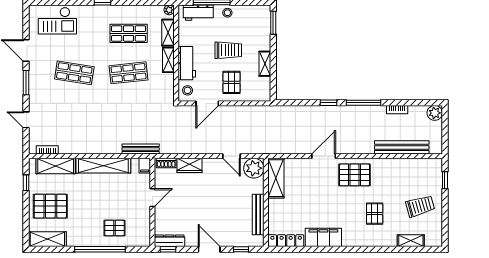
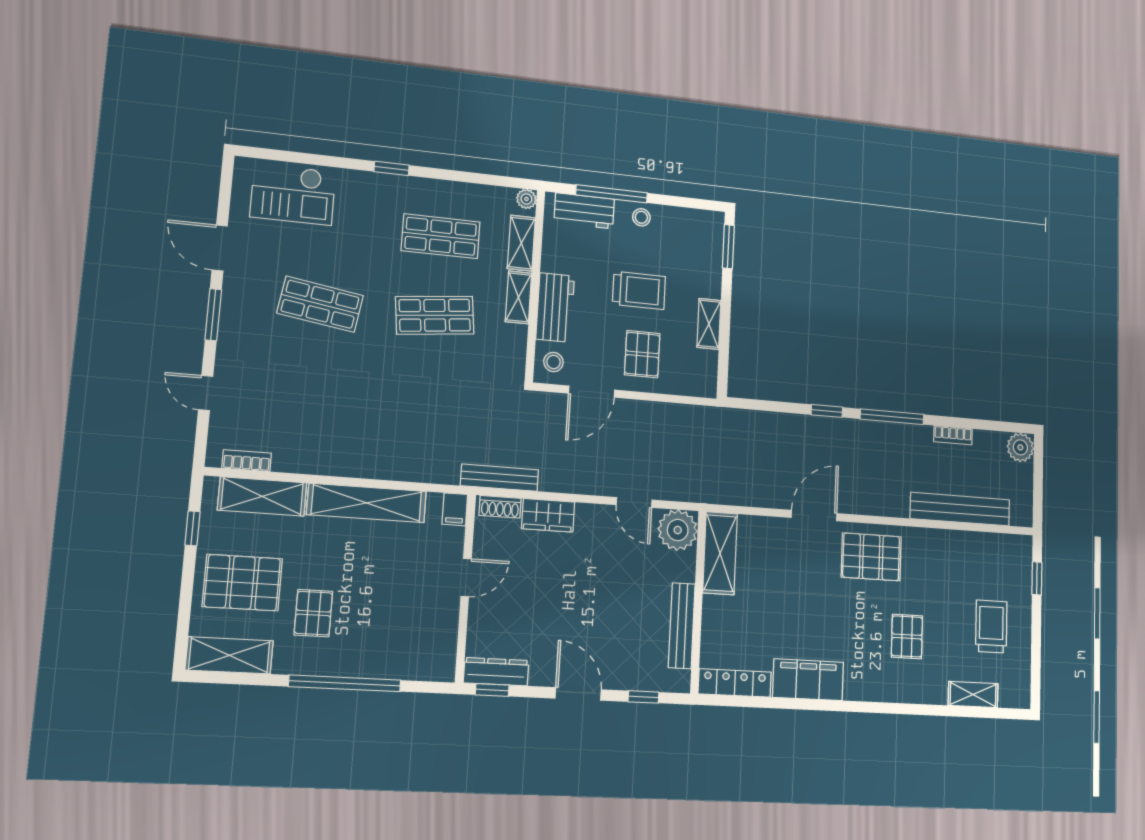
bench: (141, 149) -> (500, 478), moved
trolley: (420, 206) -> (991, 627), turned -74
pallet: (114, 228) -> (313, 613), moved, turned 90

